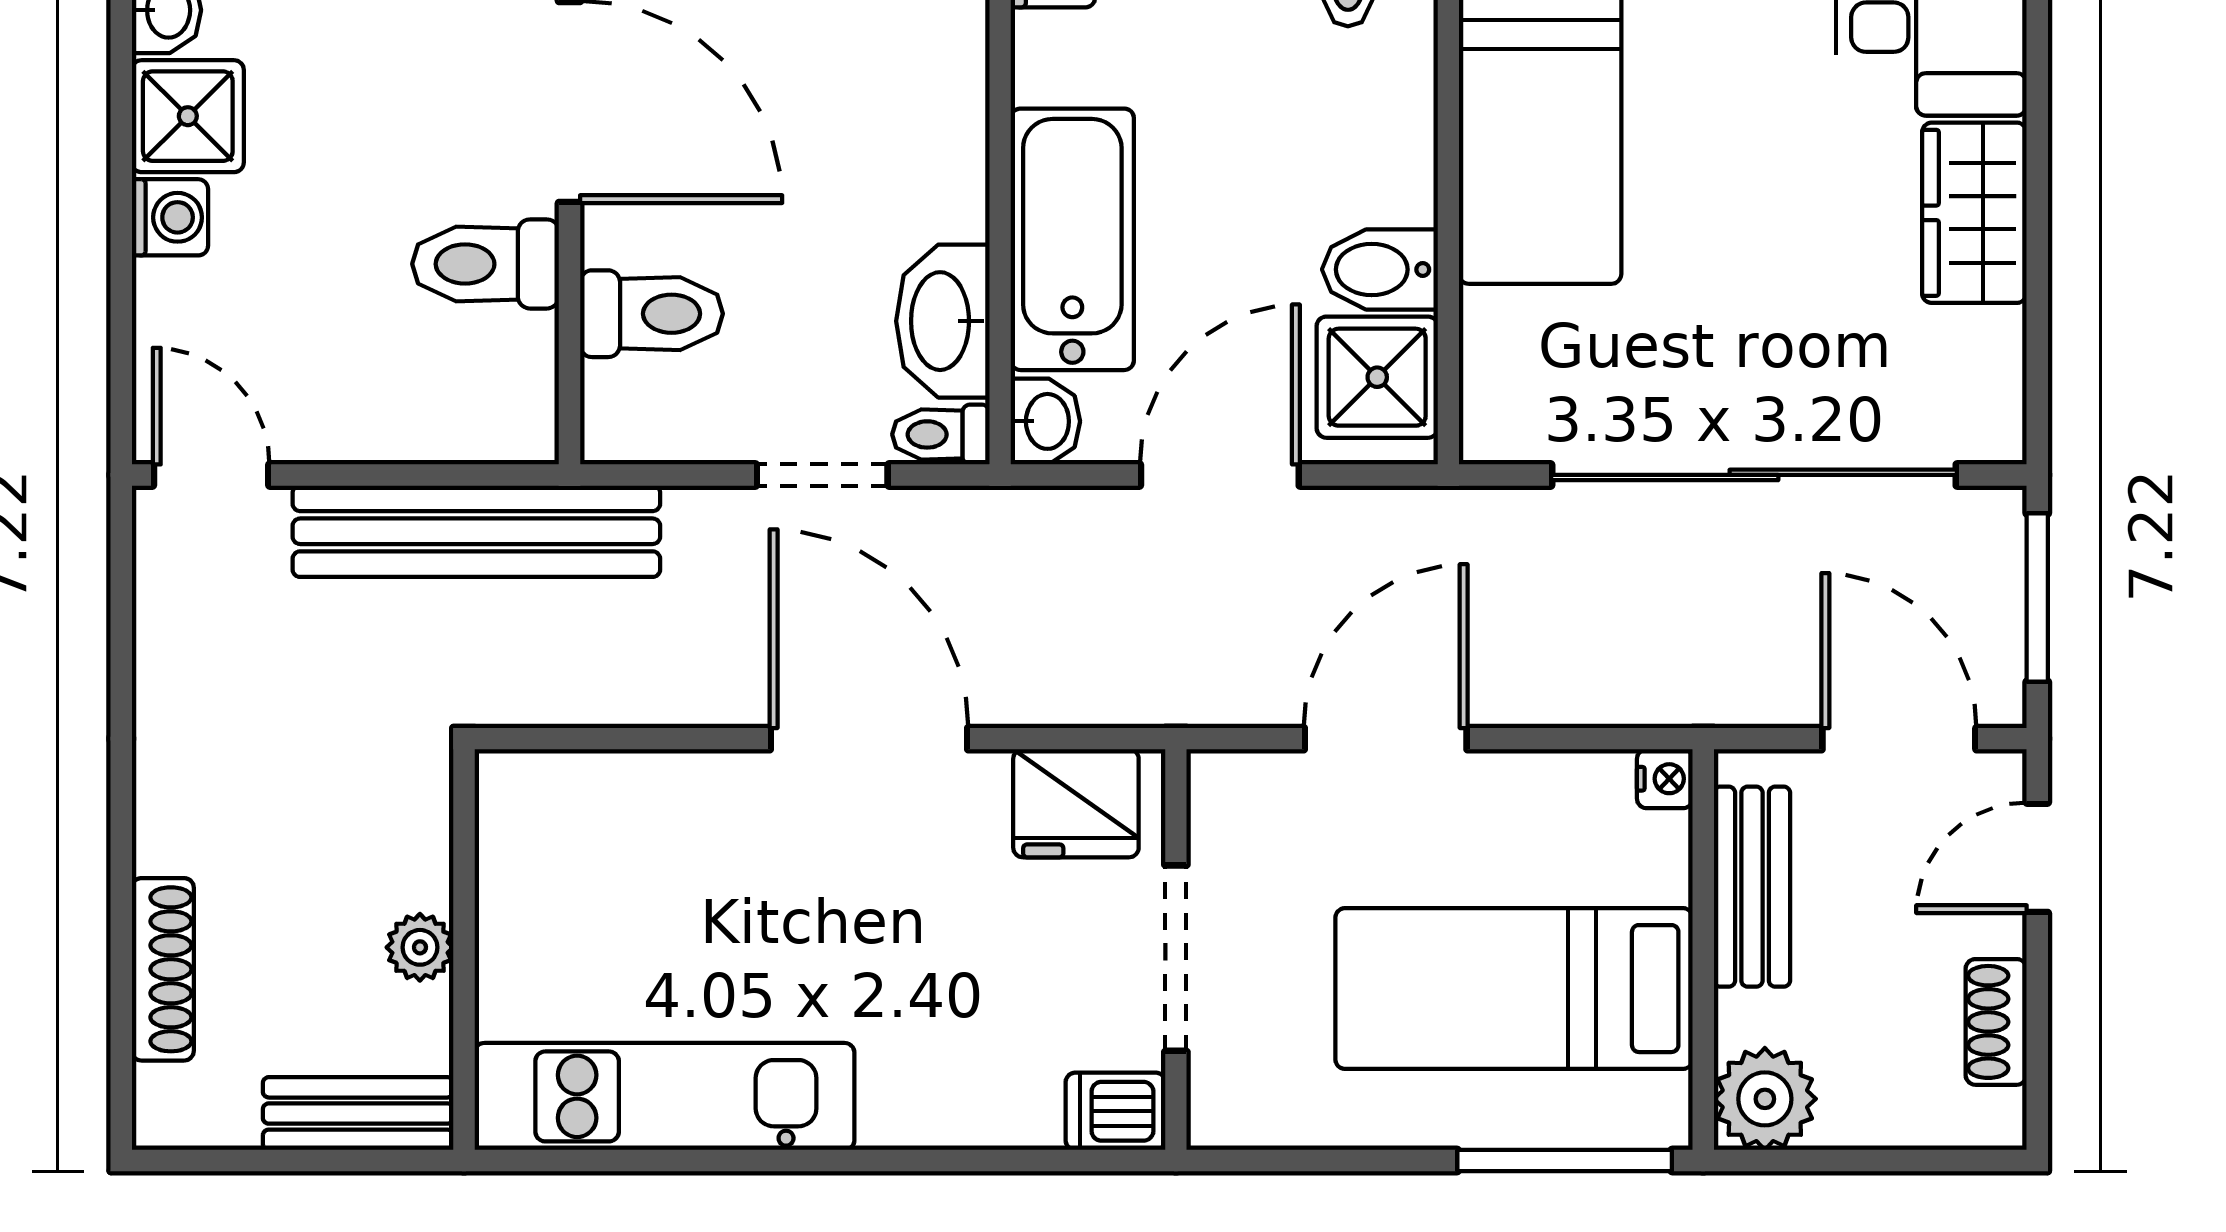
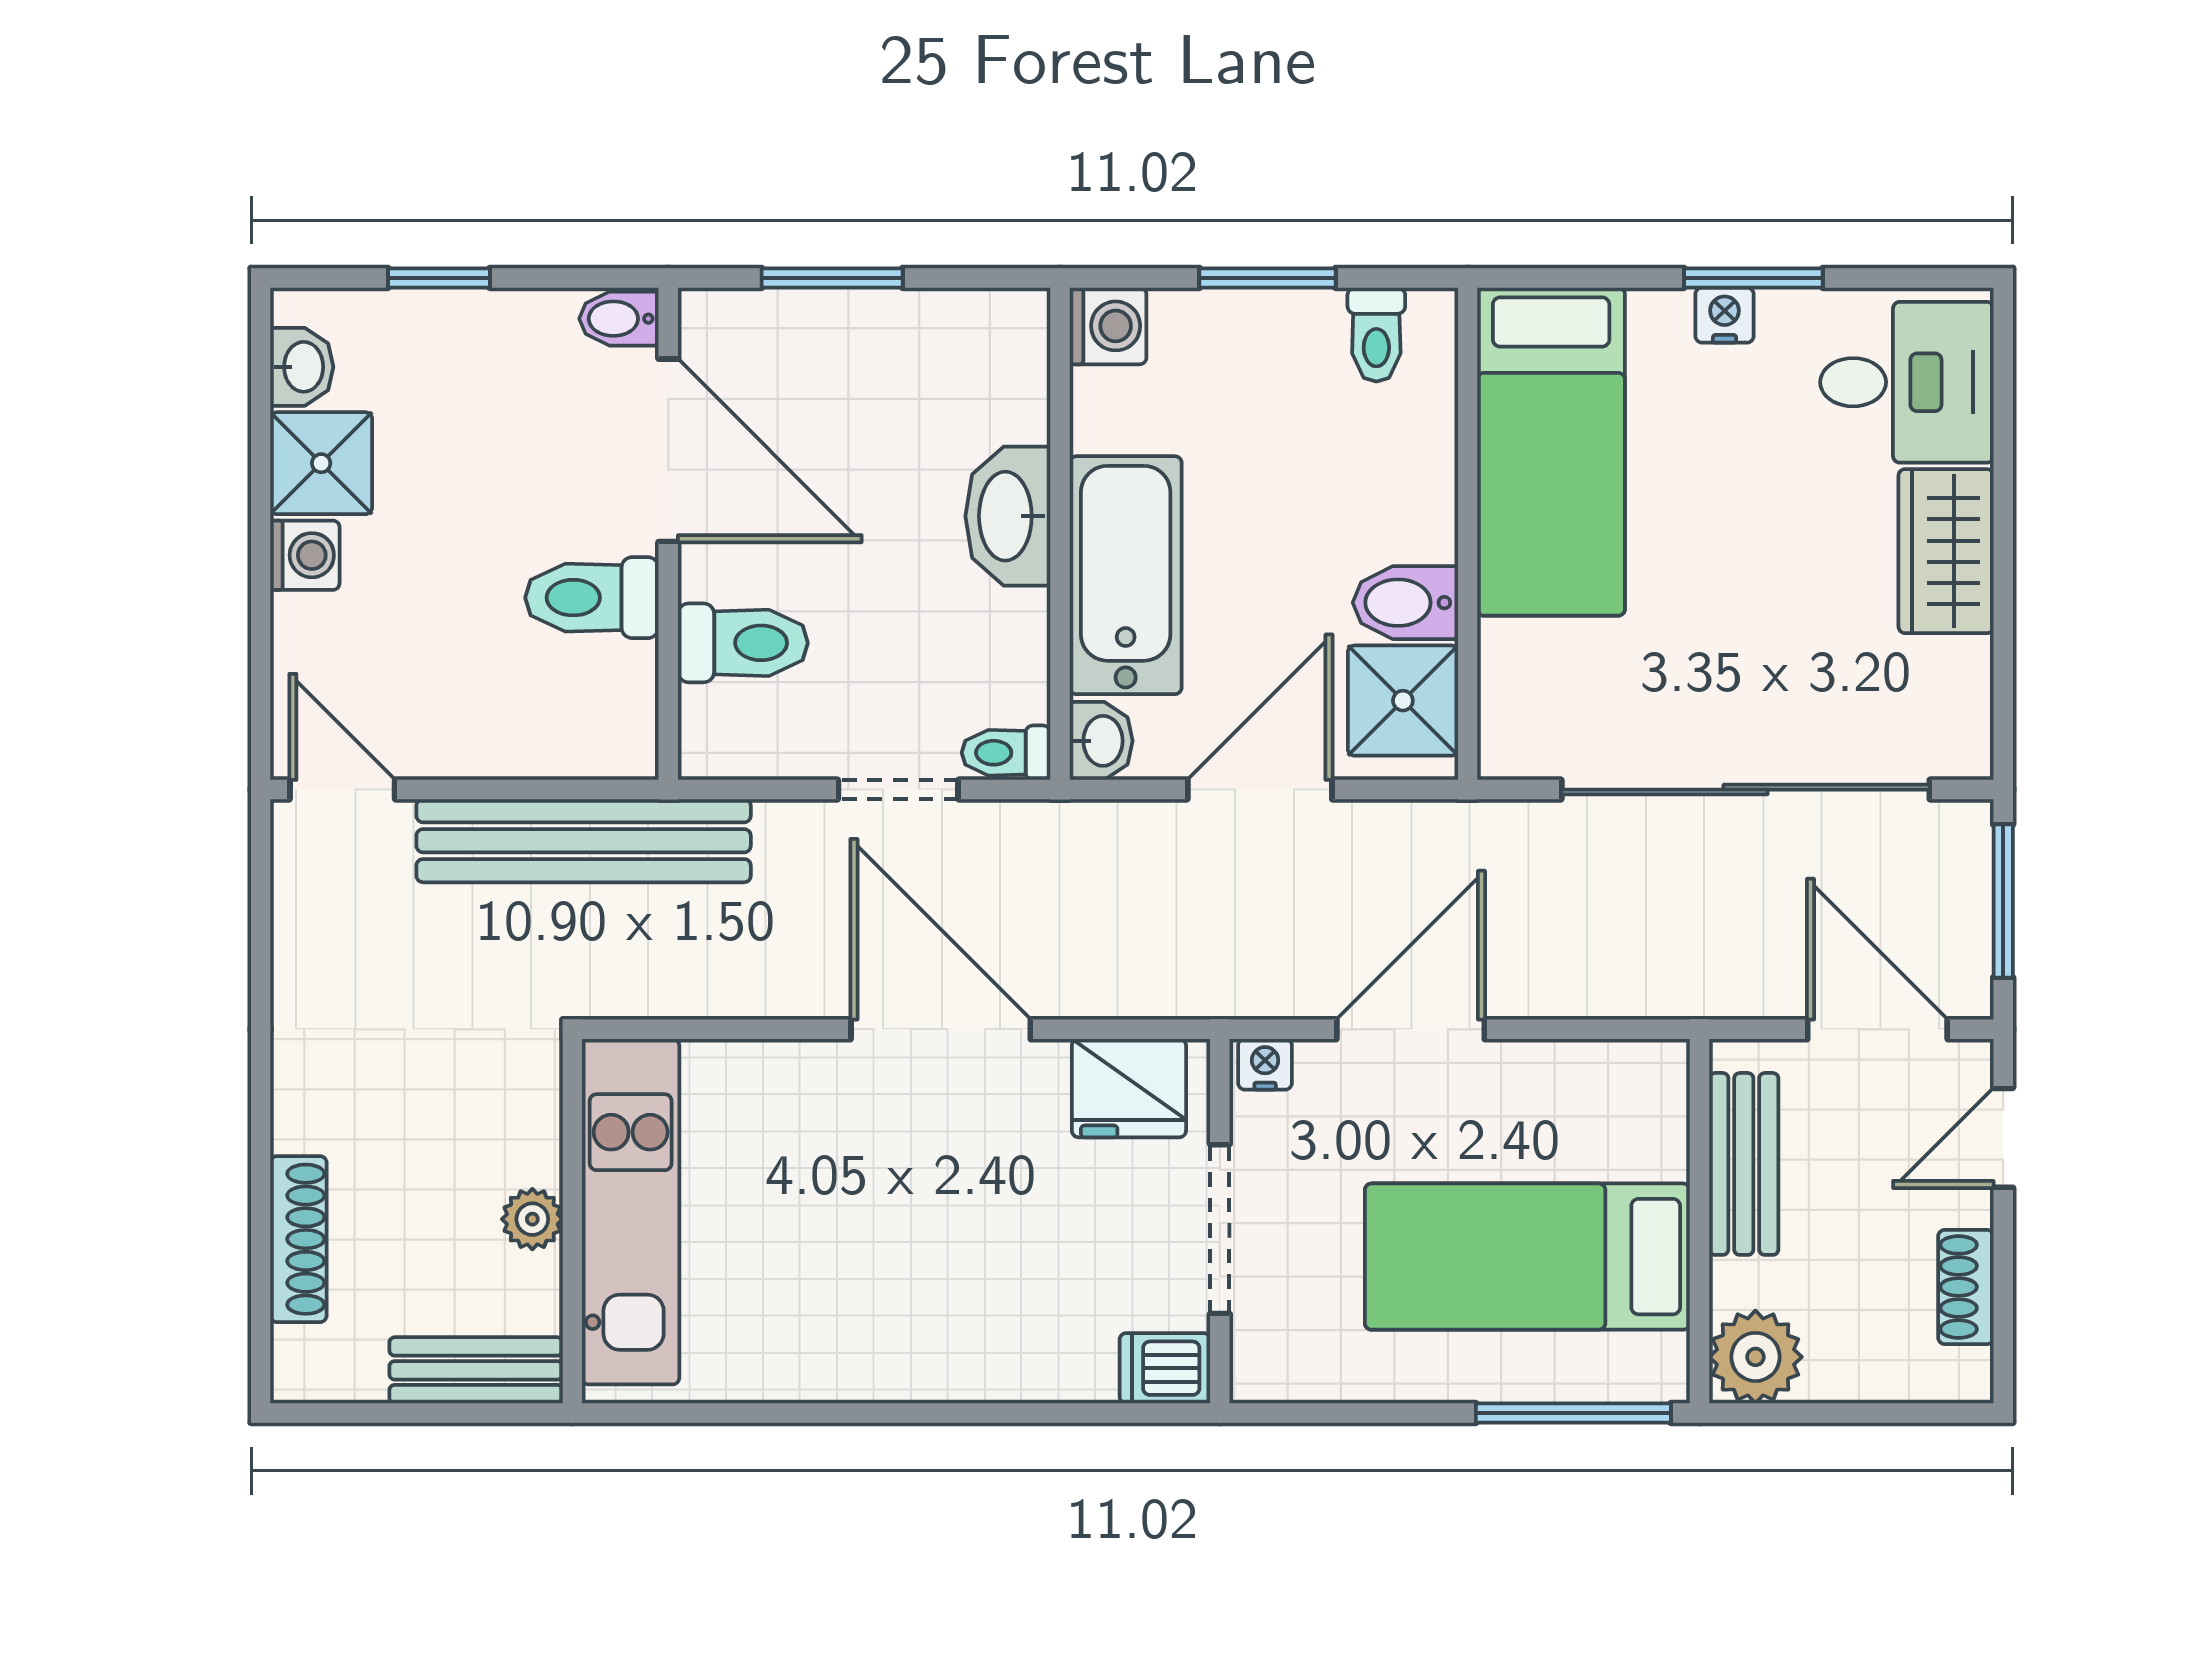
washbasin: (943, 321) -> (1008, 516), moved
nightstand: (1665, 779) -> (1265, 1064), moved, turned -90
kitchen unit: (664, 1096) -> (631, 1212), moved, turned 90

